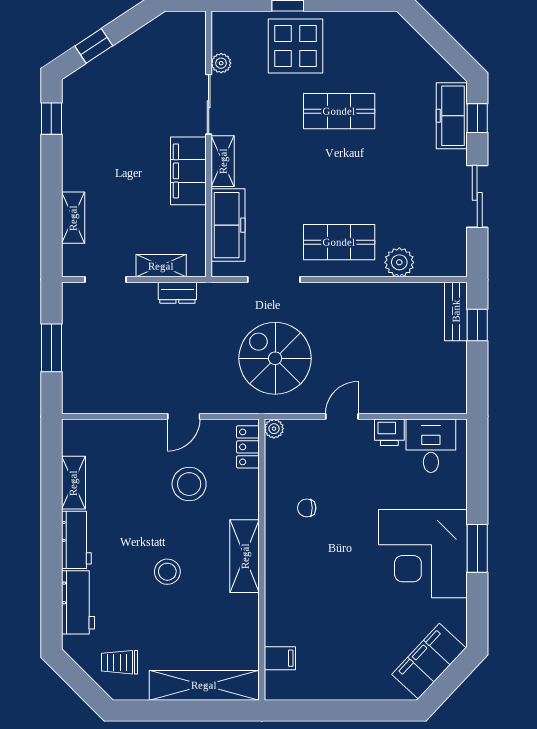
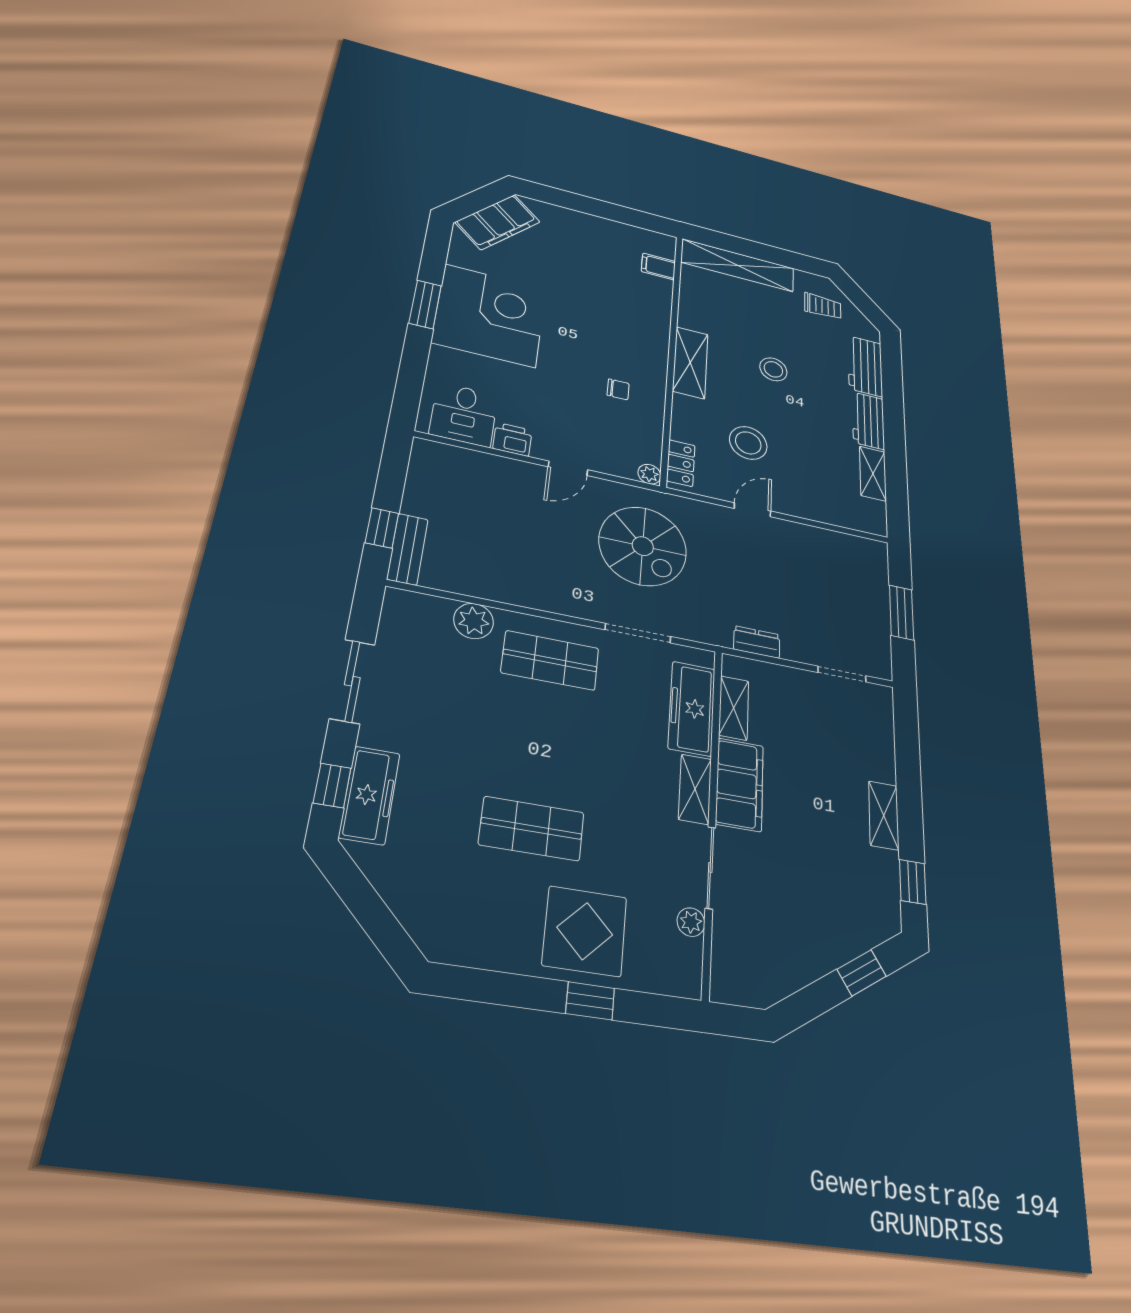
shelving: (73, 218) -> (884, 815), moved
shelving: (161, 266) -> (734, 708), moved, turned 90

